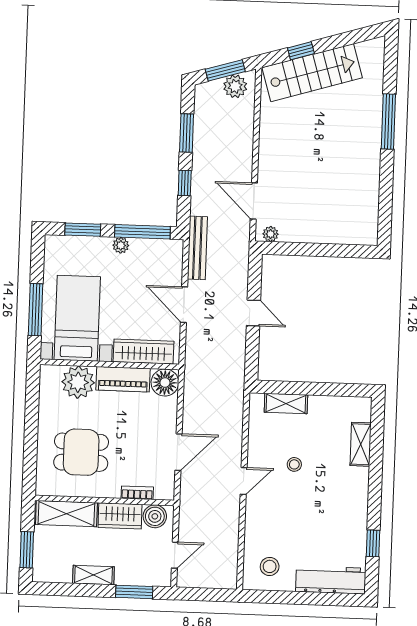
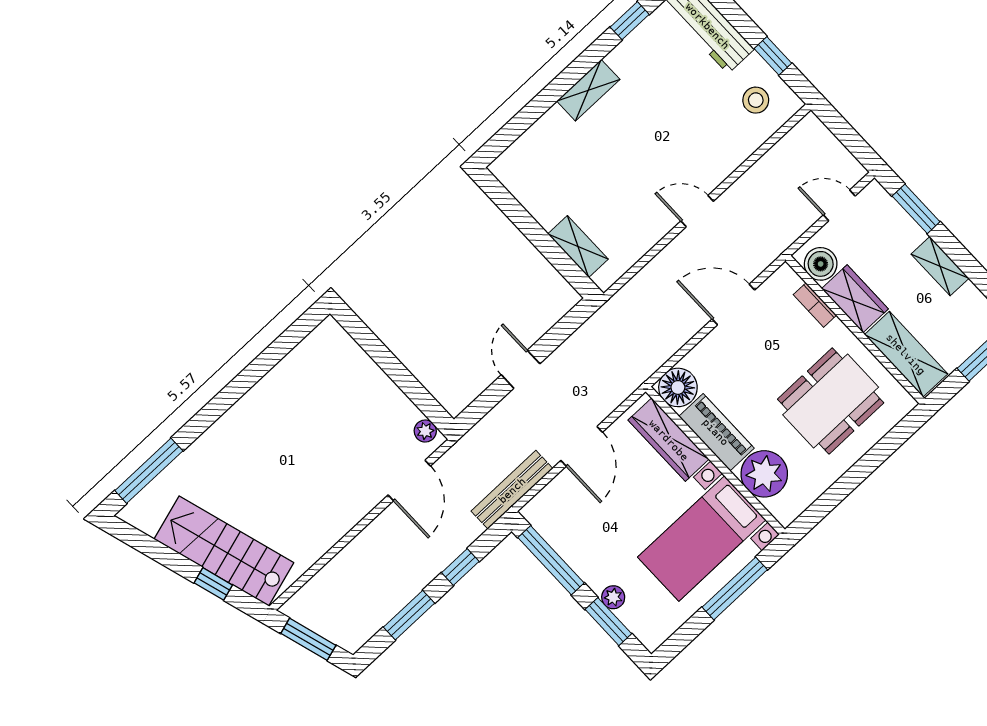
plant: (235, 86) -> (314, 613), removed
window: (388, 121) -> (149, 471), moved
plant: (121, 245) -> (613, 597), moved
shelving: (361, 444) -> (588, 90), moved
dining table: (81, 452) -> (831, 401), width x1.38
stool: (294, 464) -> (630, 177), removed
window: (283, 597) -> (773, 56), added

